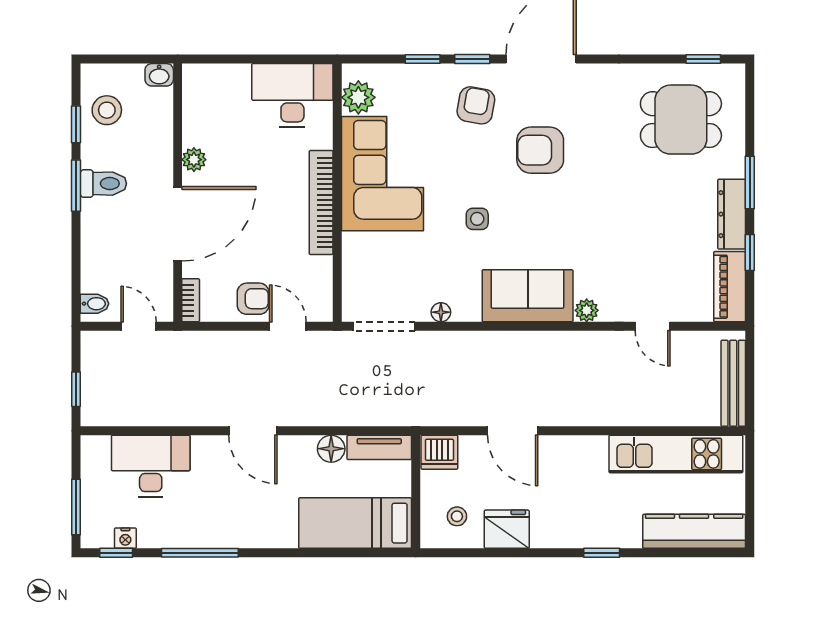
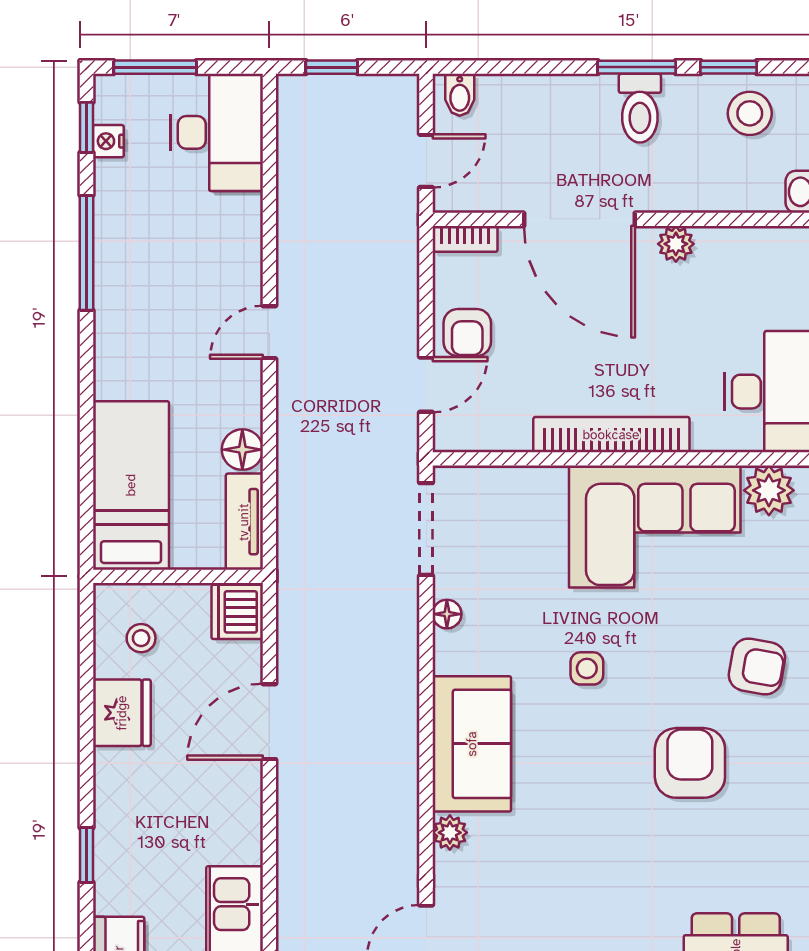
door: (253, 431) -> (269, 332), width x0.73
desk: (151, 466) -> (217, 132), moved

